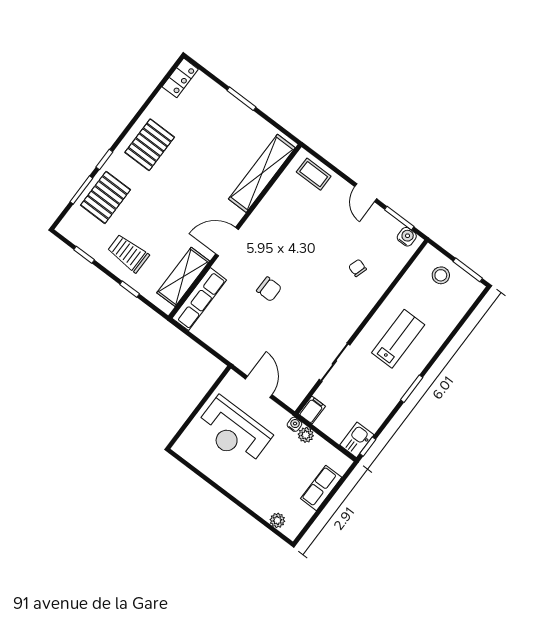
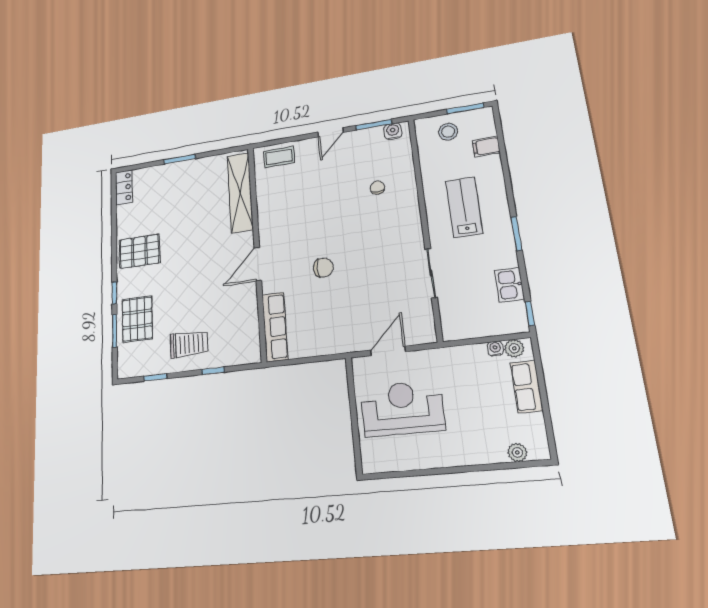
pallet: (150, 145) -> (139, 251), turned 90
door: (366, 193) -> (331, 132), hinge flipped
trolley: (128, 253) -> (189, 344), turned 180
chair: (358, 268) -> (377, 188), turned 73
shelving: (183, 277) -> (247, 322), removed
door: (259, 387) -> (388, 351), hinge flipped
filing cabinet: (312, 410) -> (486, 147), moved, turned -90
water cooler: (294, 424) -> (495, 349), moved
reception desk: (233, 432) -> (402, 408), turned 180
plant: (306, 435) -> (514, 348), moved
kitchen sink: (357, 440) -> (509, 285), moved

